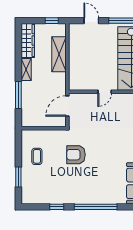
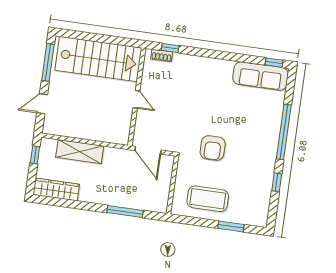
shelving: (26, 69) -> (93, 197), removed
coffee table: (37, 156) -> (208, 199), width x1.86, depth x1.72

